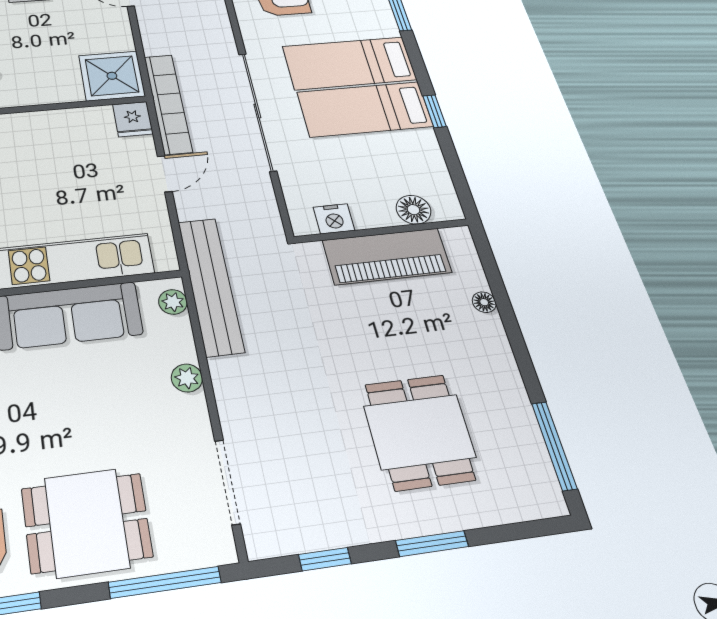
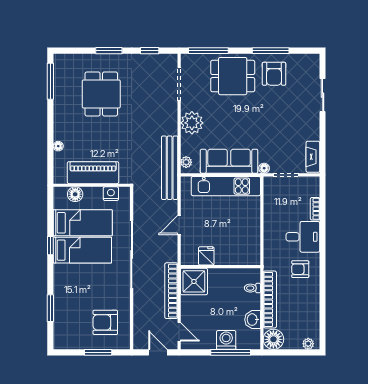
bed: (349, 63) -> (83, 223), moved
bookcase: (168, 104) -> (171, 291), moved
fridge: (133, 119) -> (206, 256), moved
plant: (187, 378) -> (192, 123), width x1.87, depth x1.87

